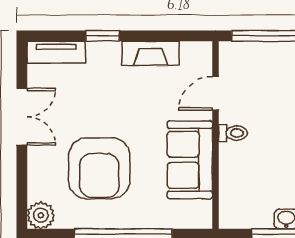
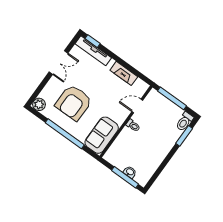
window: (103, 36) -> (93, 41), moved
tv unit: (56, 52) -> (93, 51), width x1.41
sofa: (190, 160) -> (102, 135), moved

